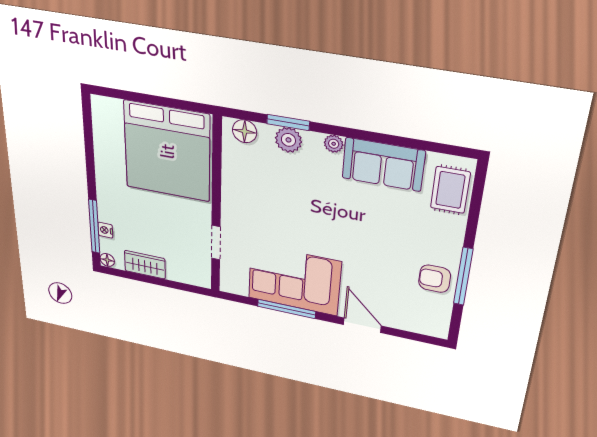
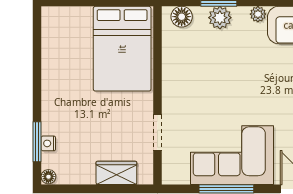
bed: (167, 151) -> (122, 49), width x0.73
window: (94, 226) -> (37, 142), width x0.69
wardrobe: (145, 265) -> (116, 173), moved

